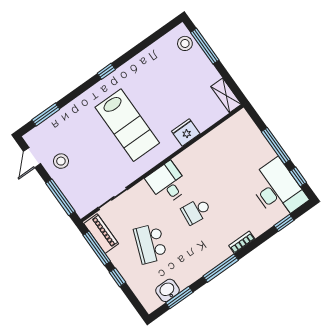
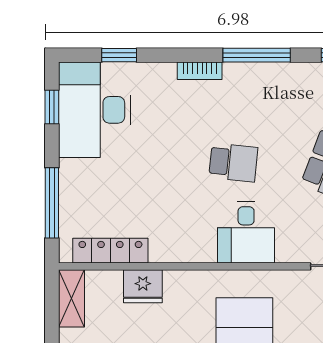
locker: (224, 130) -> (110, 251), added
fridge: (186, 132) -> (143, 286), moved
window: (276, 146) -> (52, 203), moved

